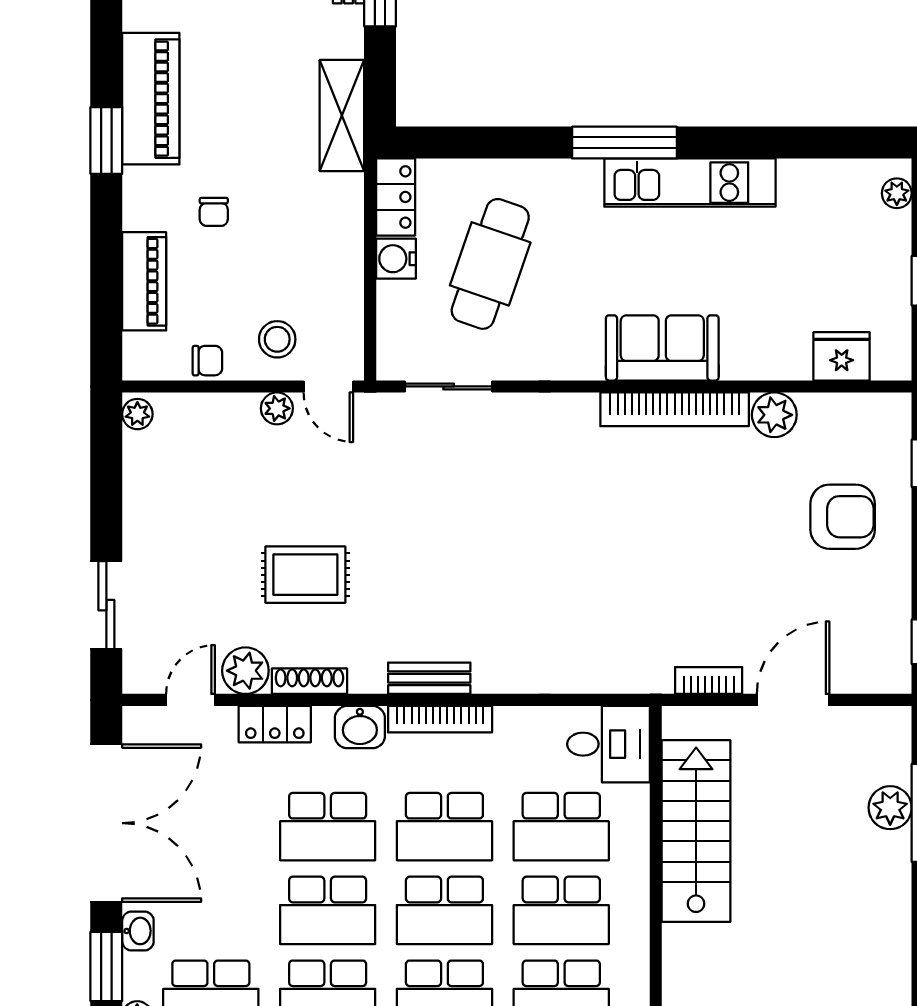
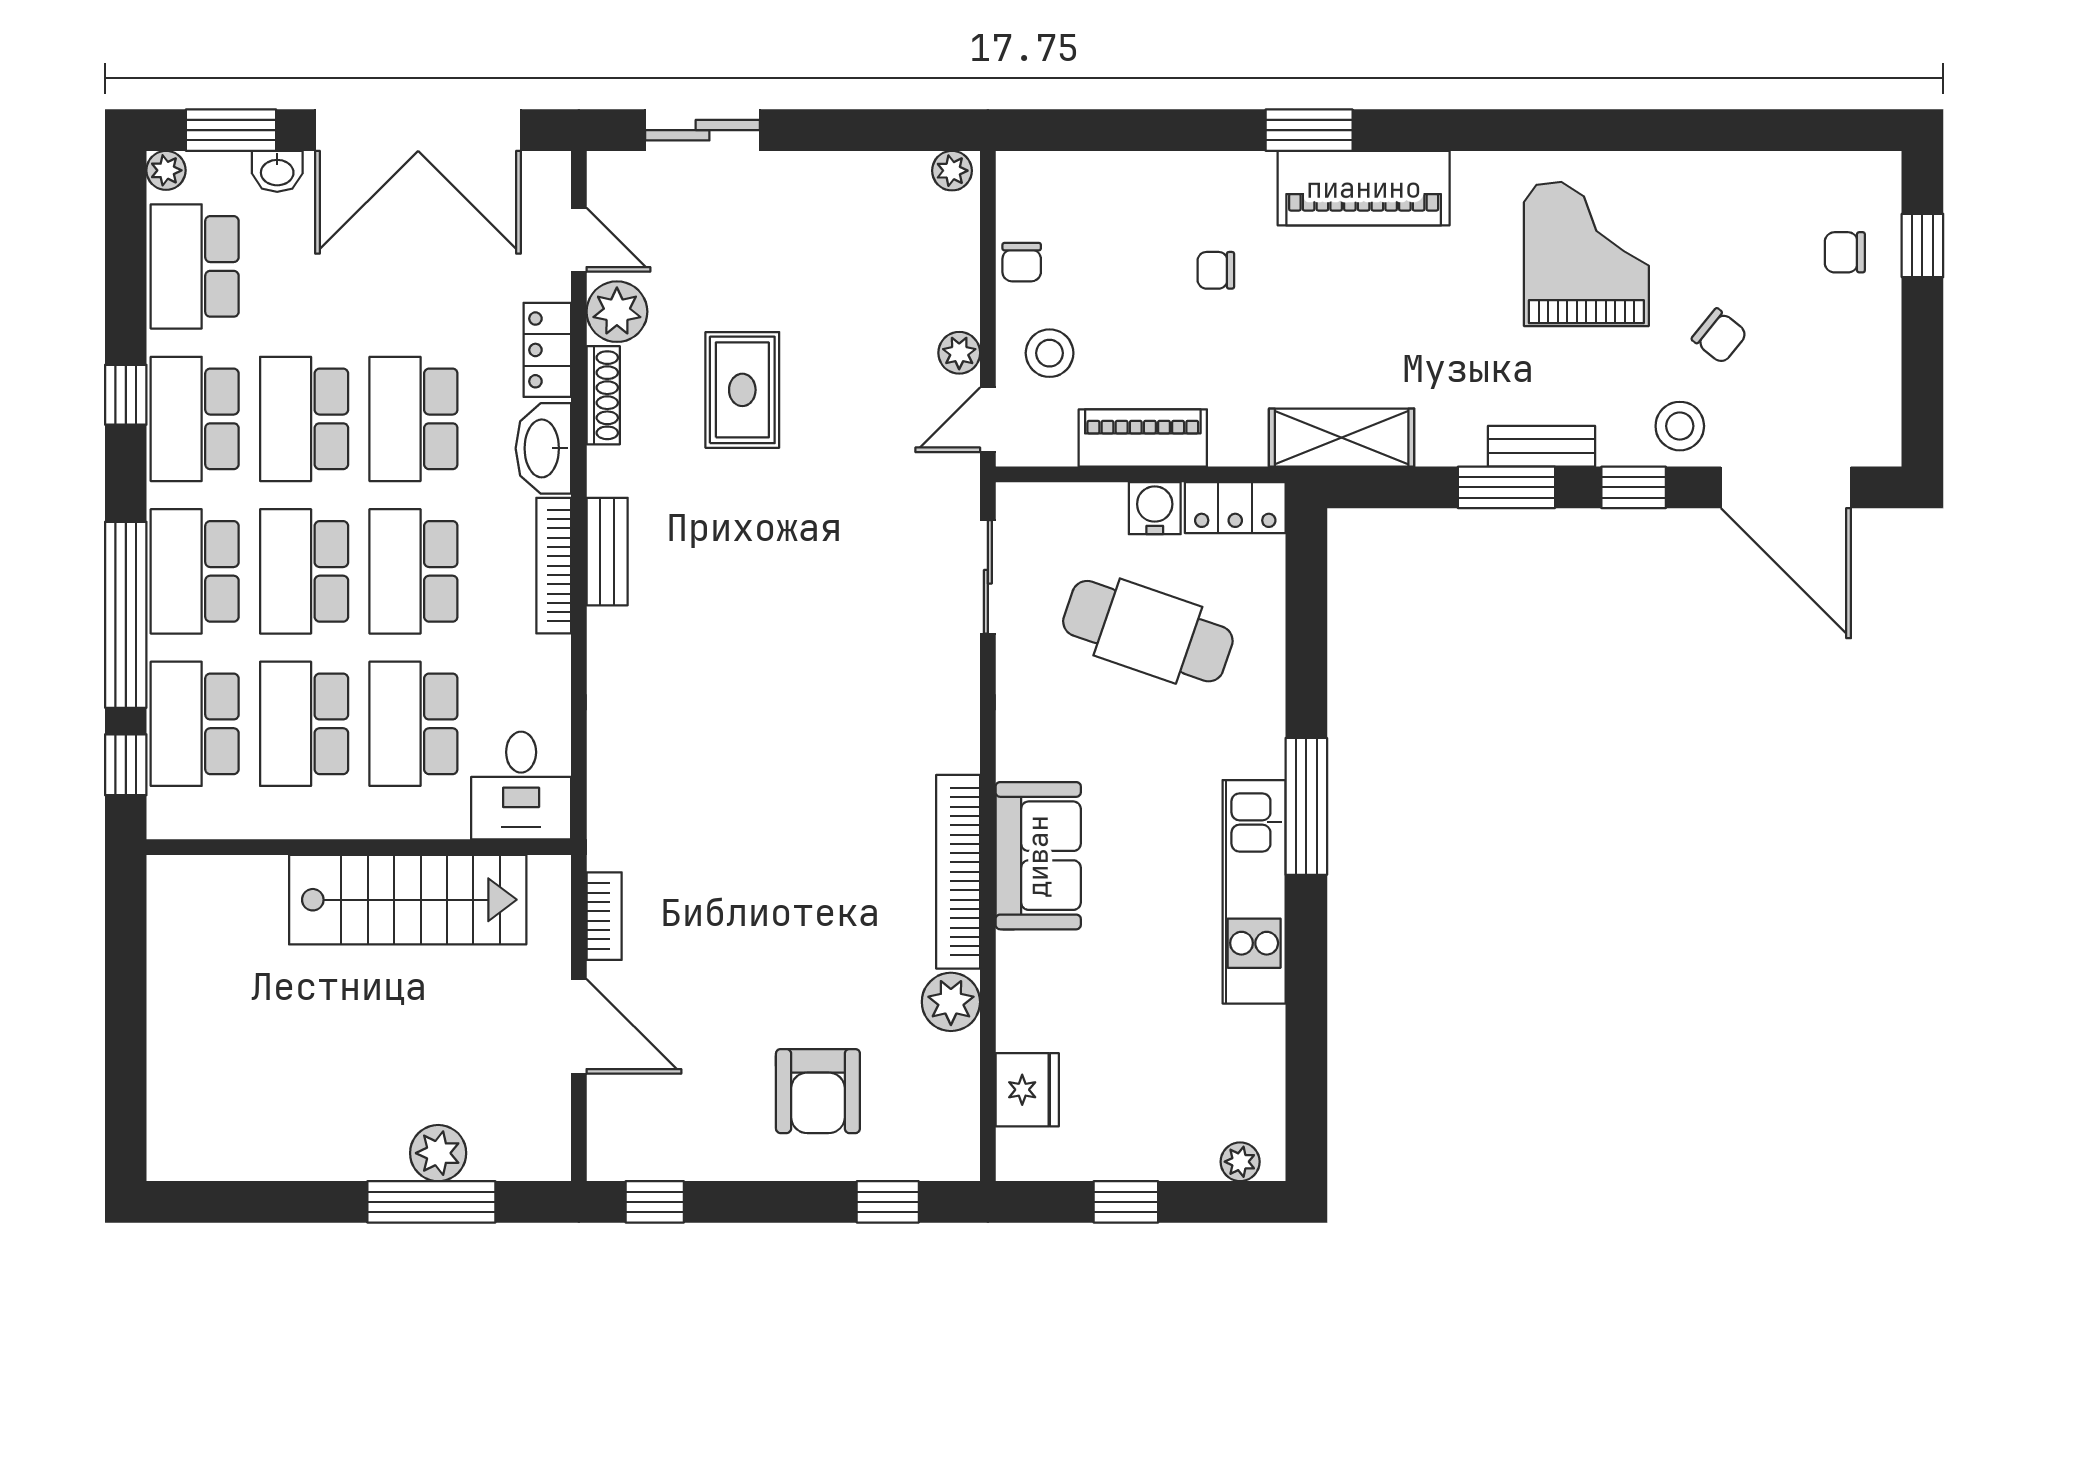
piano: (144, 281) -> (1143, 438), moved, turned 180
washbasin: (360, 727) -> (543, 448), width x1.38

